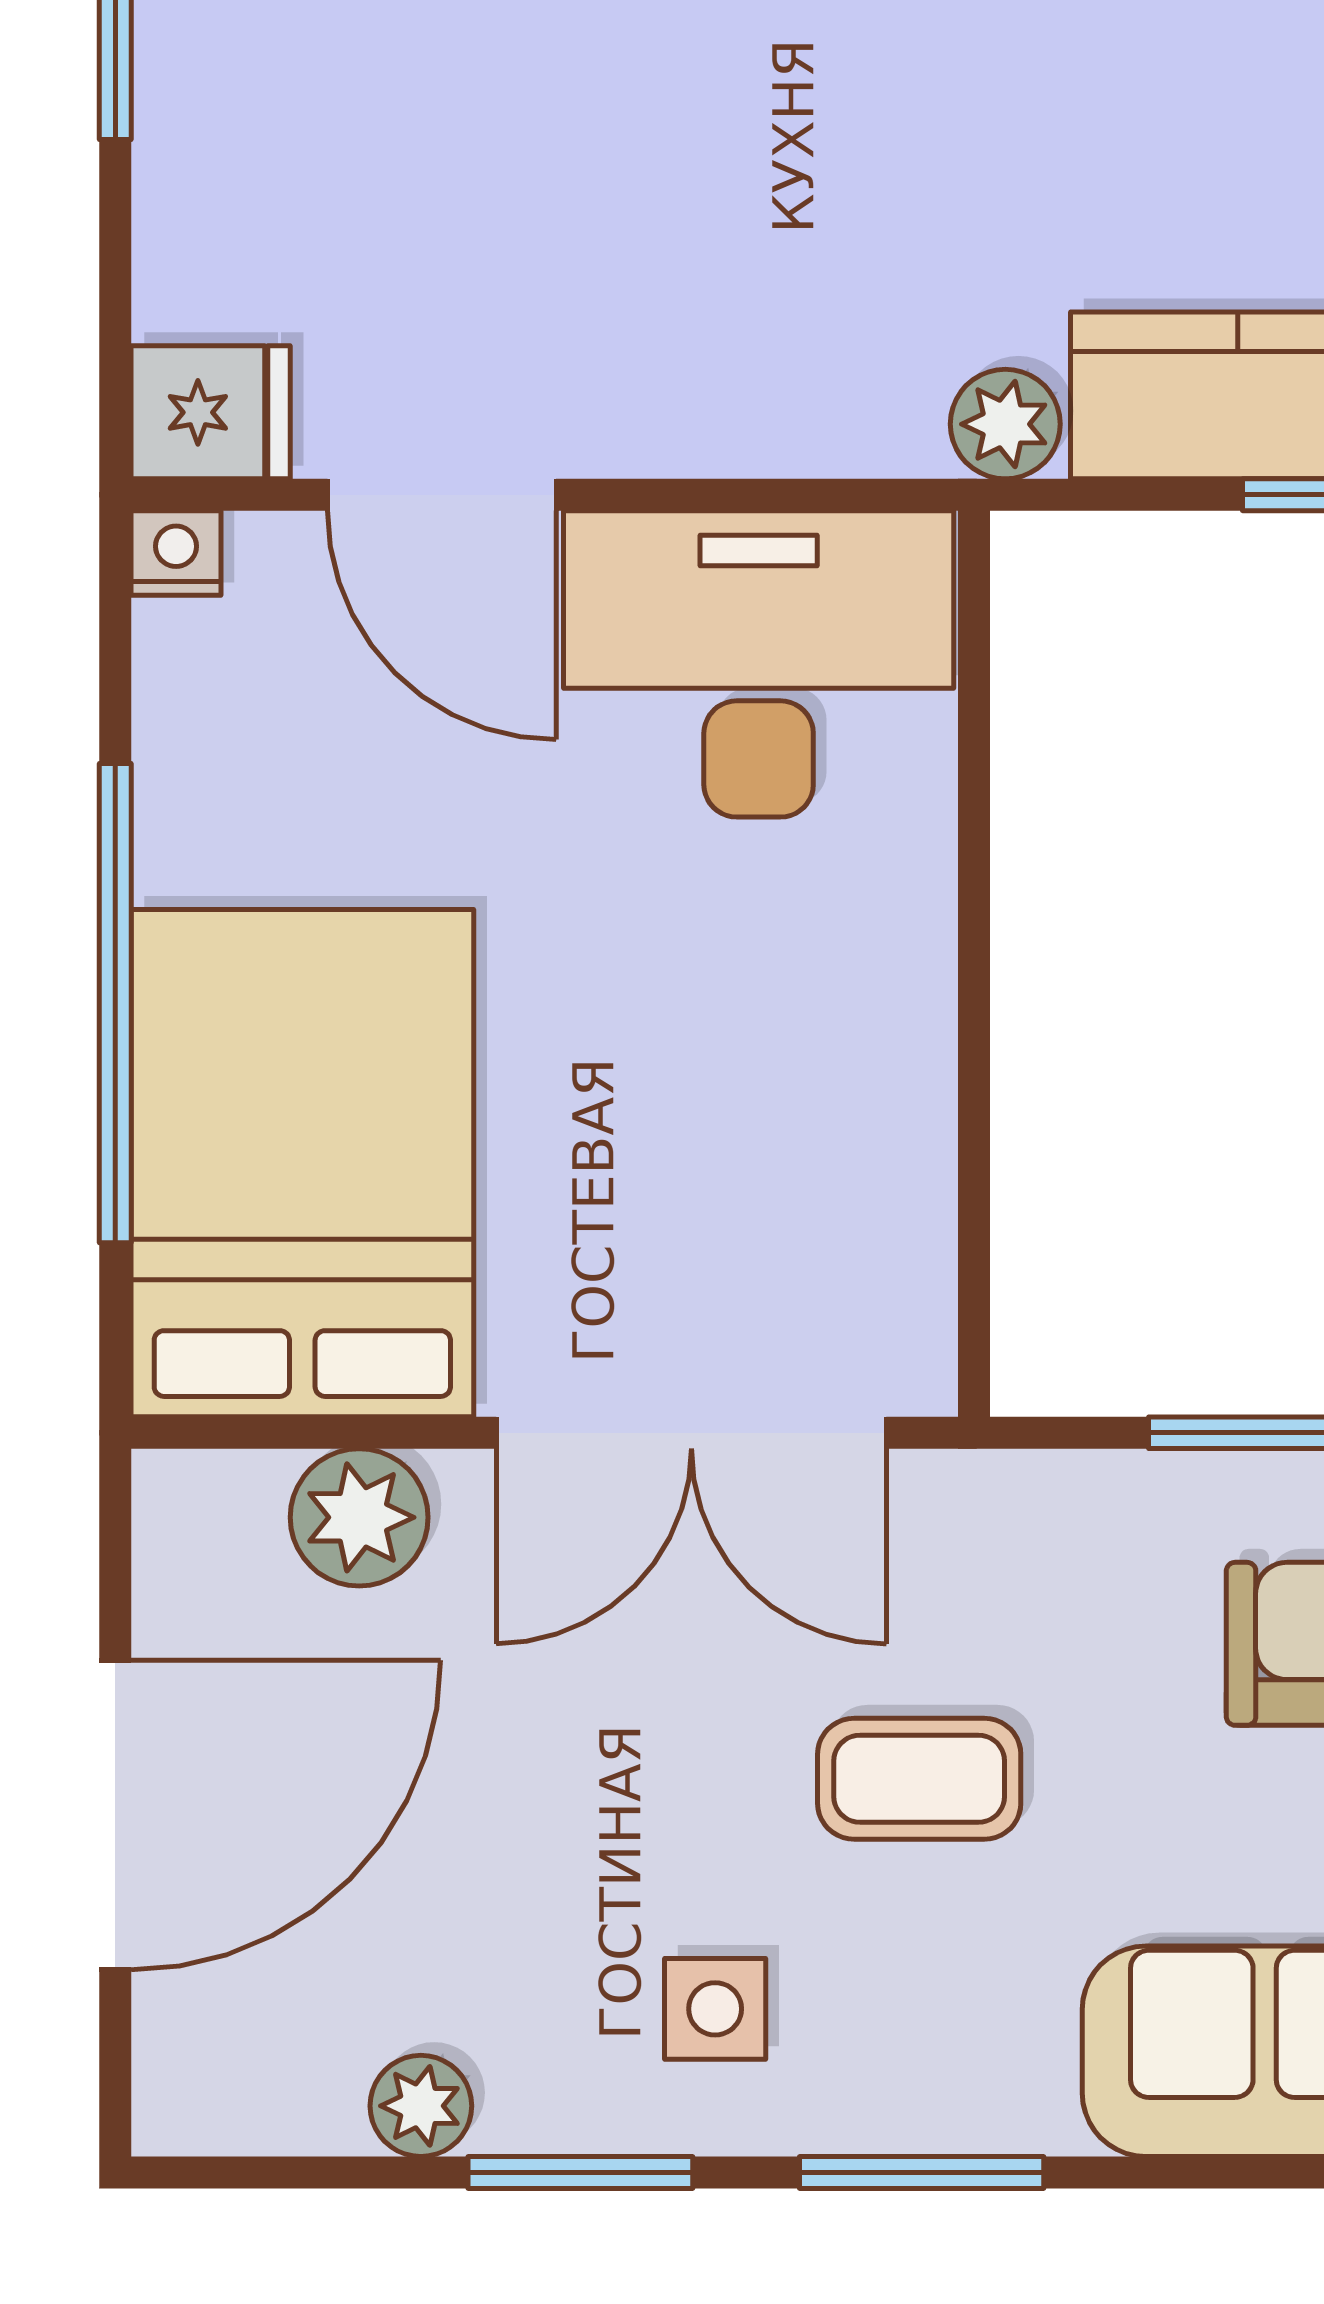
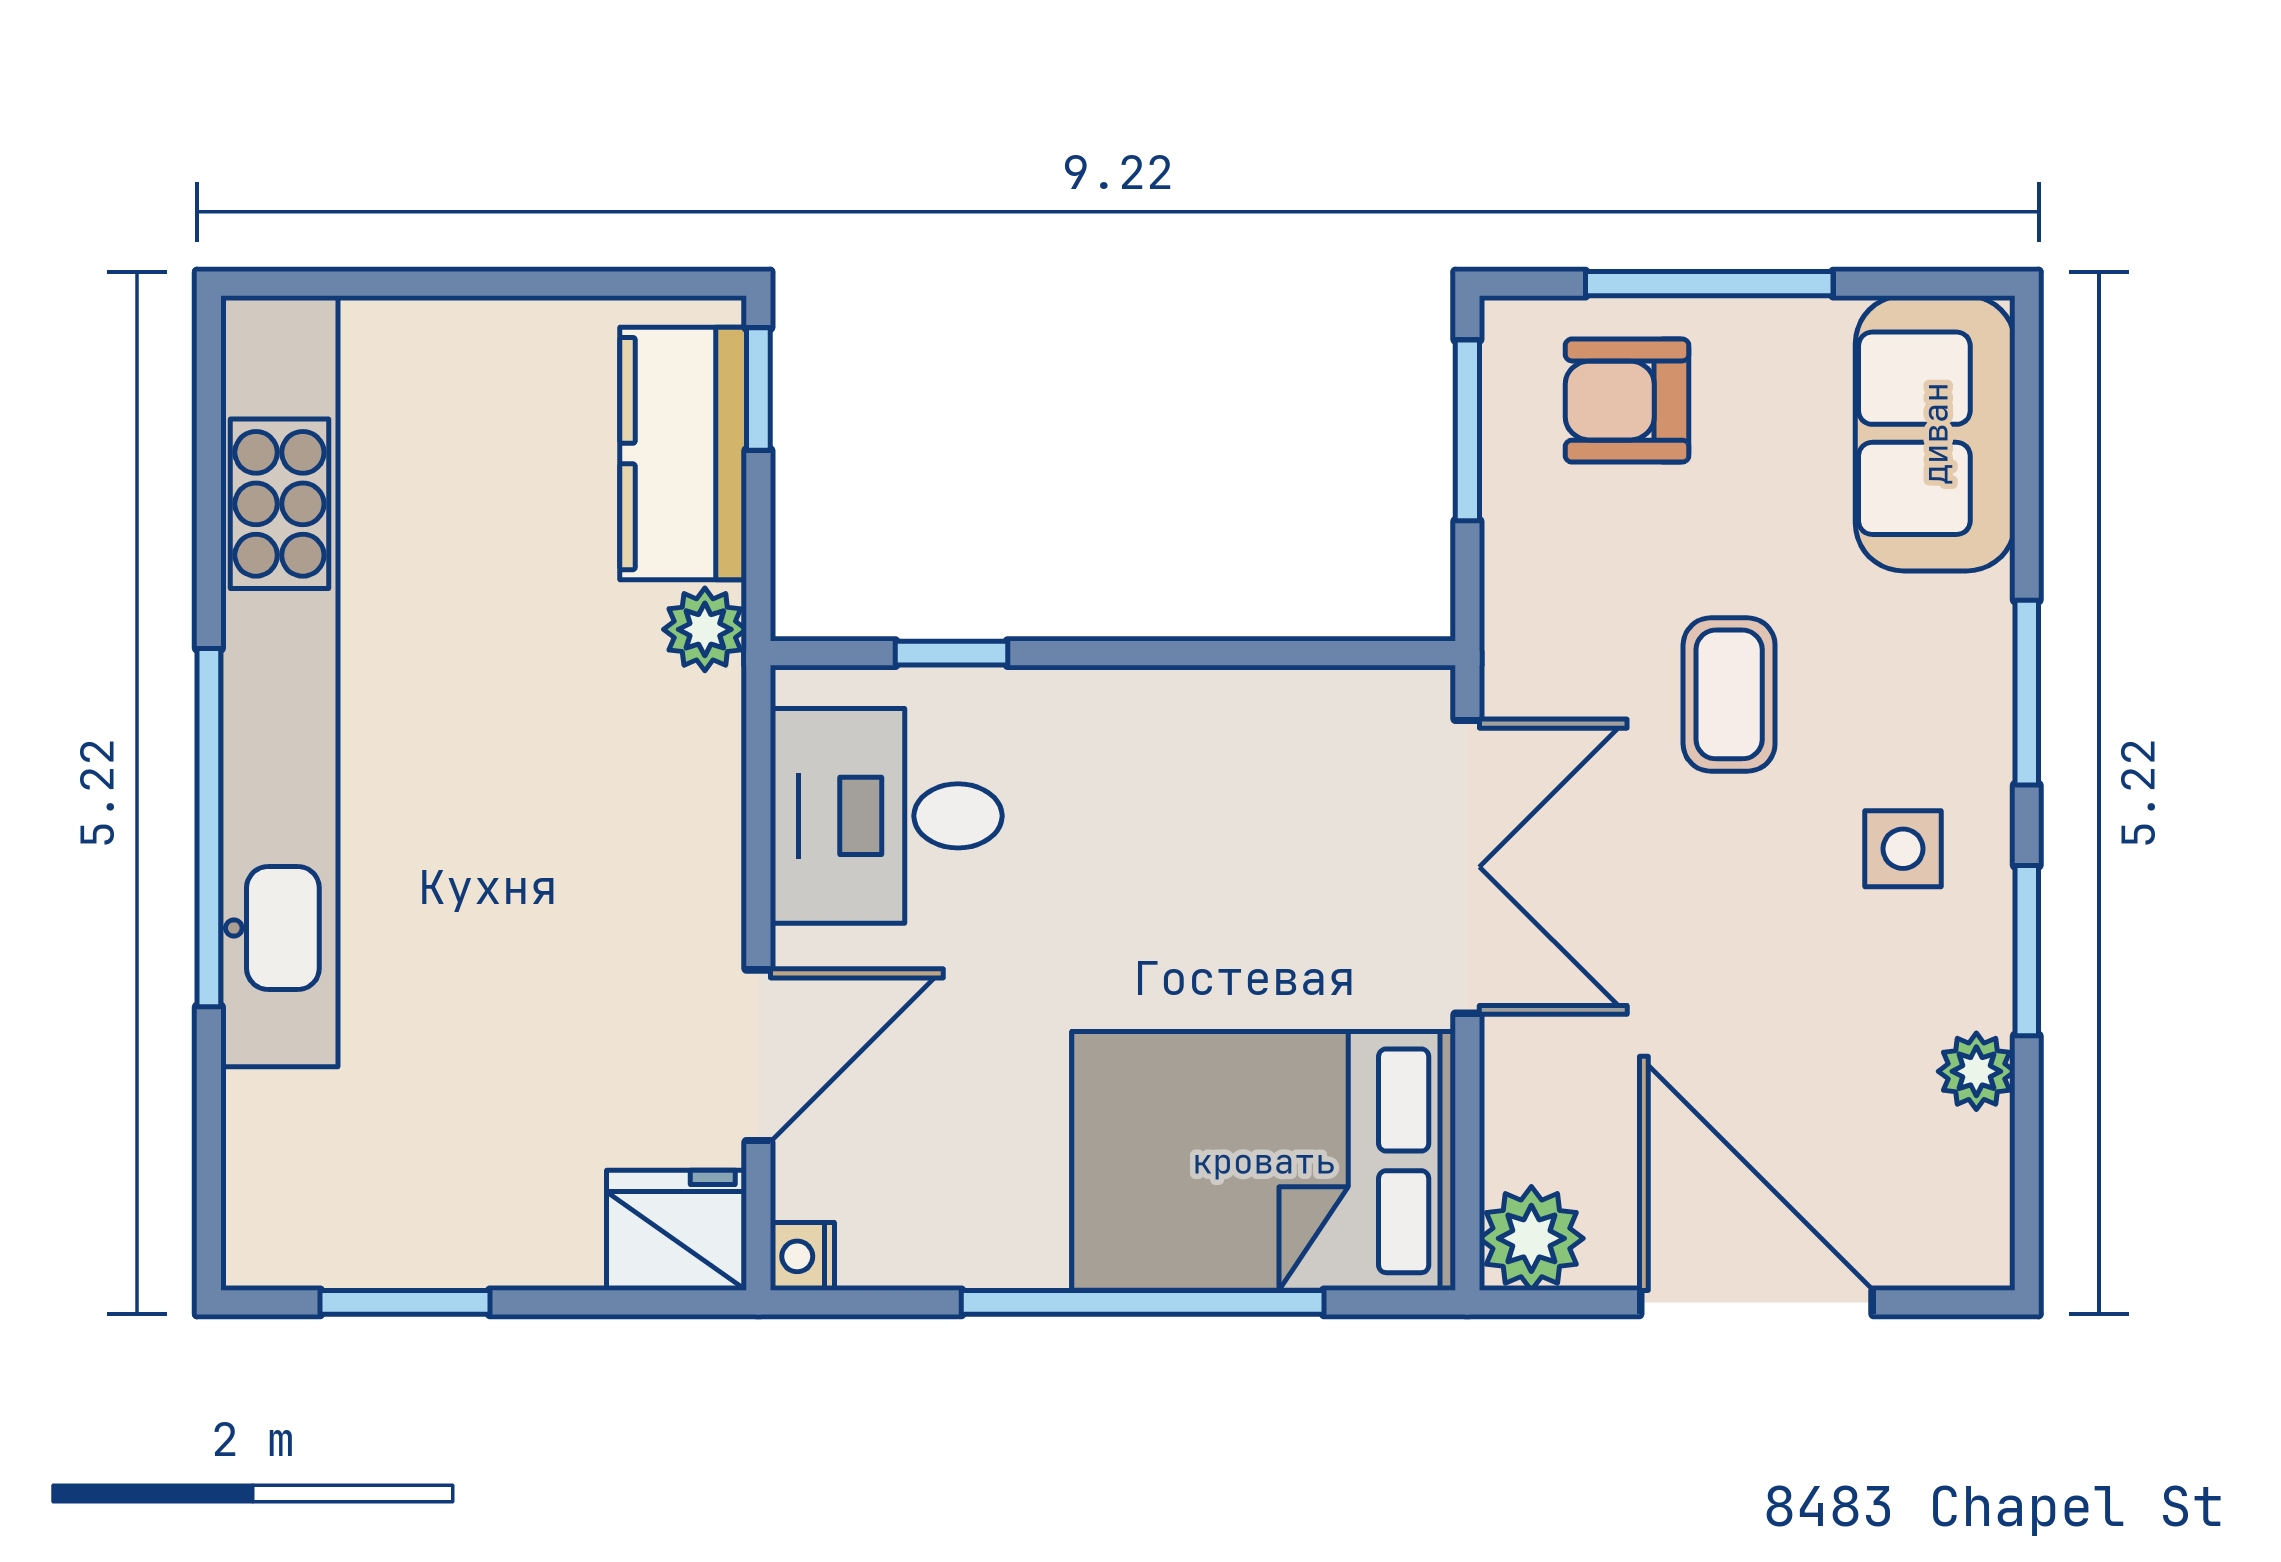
fridge: (211, 412) -> (677, 1230), width x1.38
desk: (759, 664) -> (886, 816), width x0.73
window: (974, 750) -> (952, 653), added
plant: (359, 1517) -> (1531, 1238), moved

